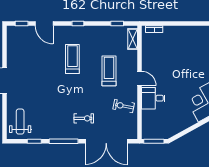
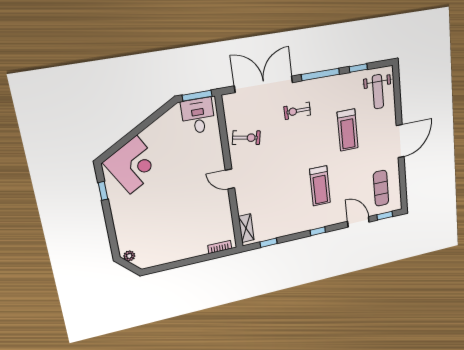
exercise mat: (23, 47) -> (381, 188), added
treadmill: (109, 71) -> (348, 130), moved
desk: (153, 98) -> (198, 116), moved, turned -90

